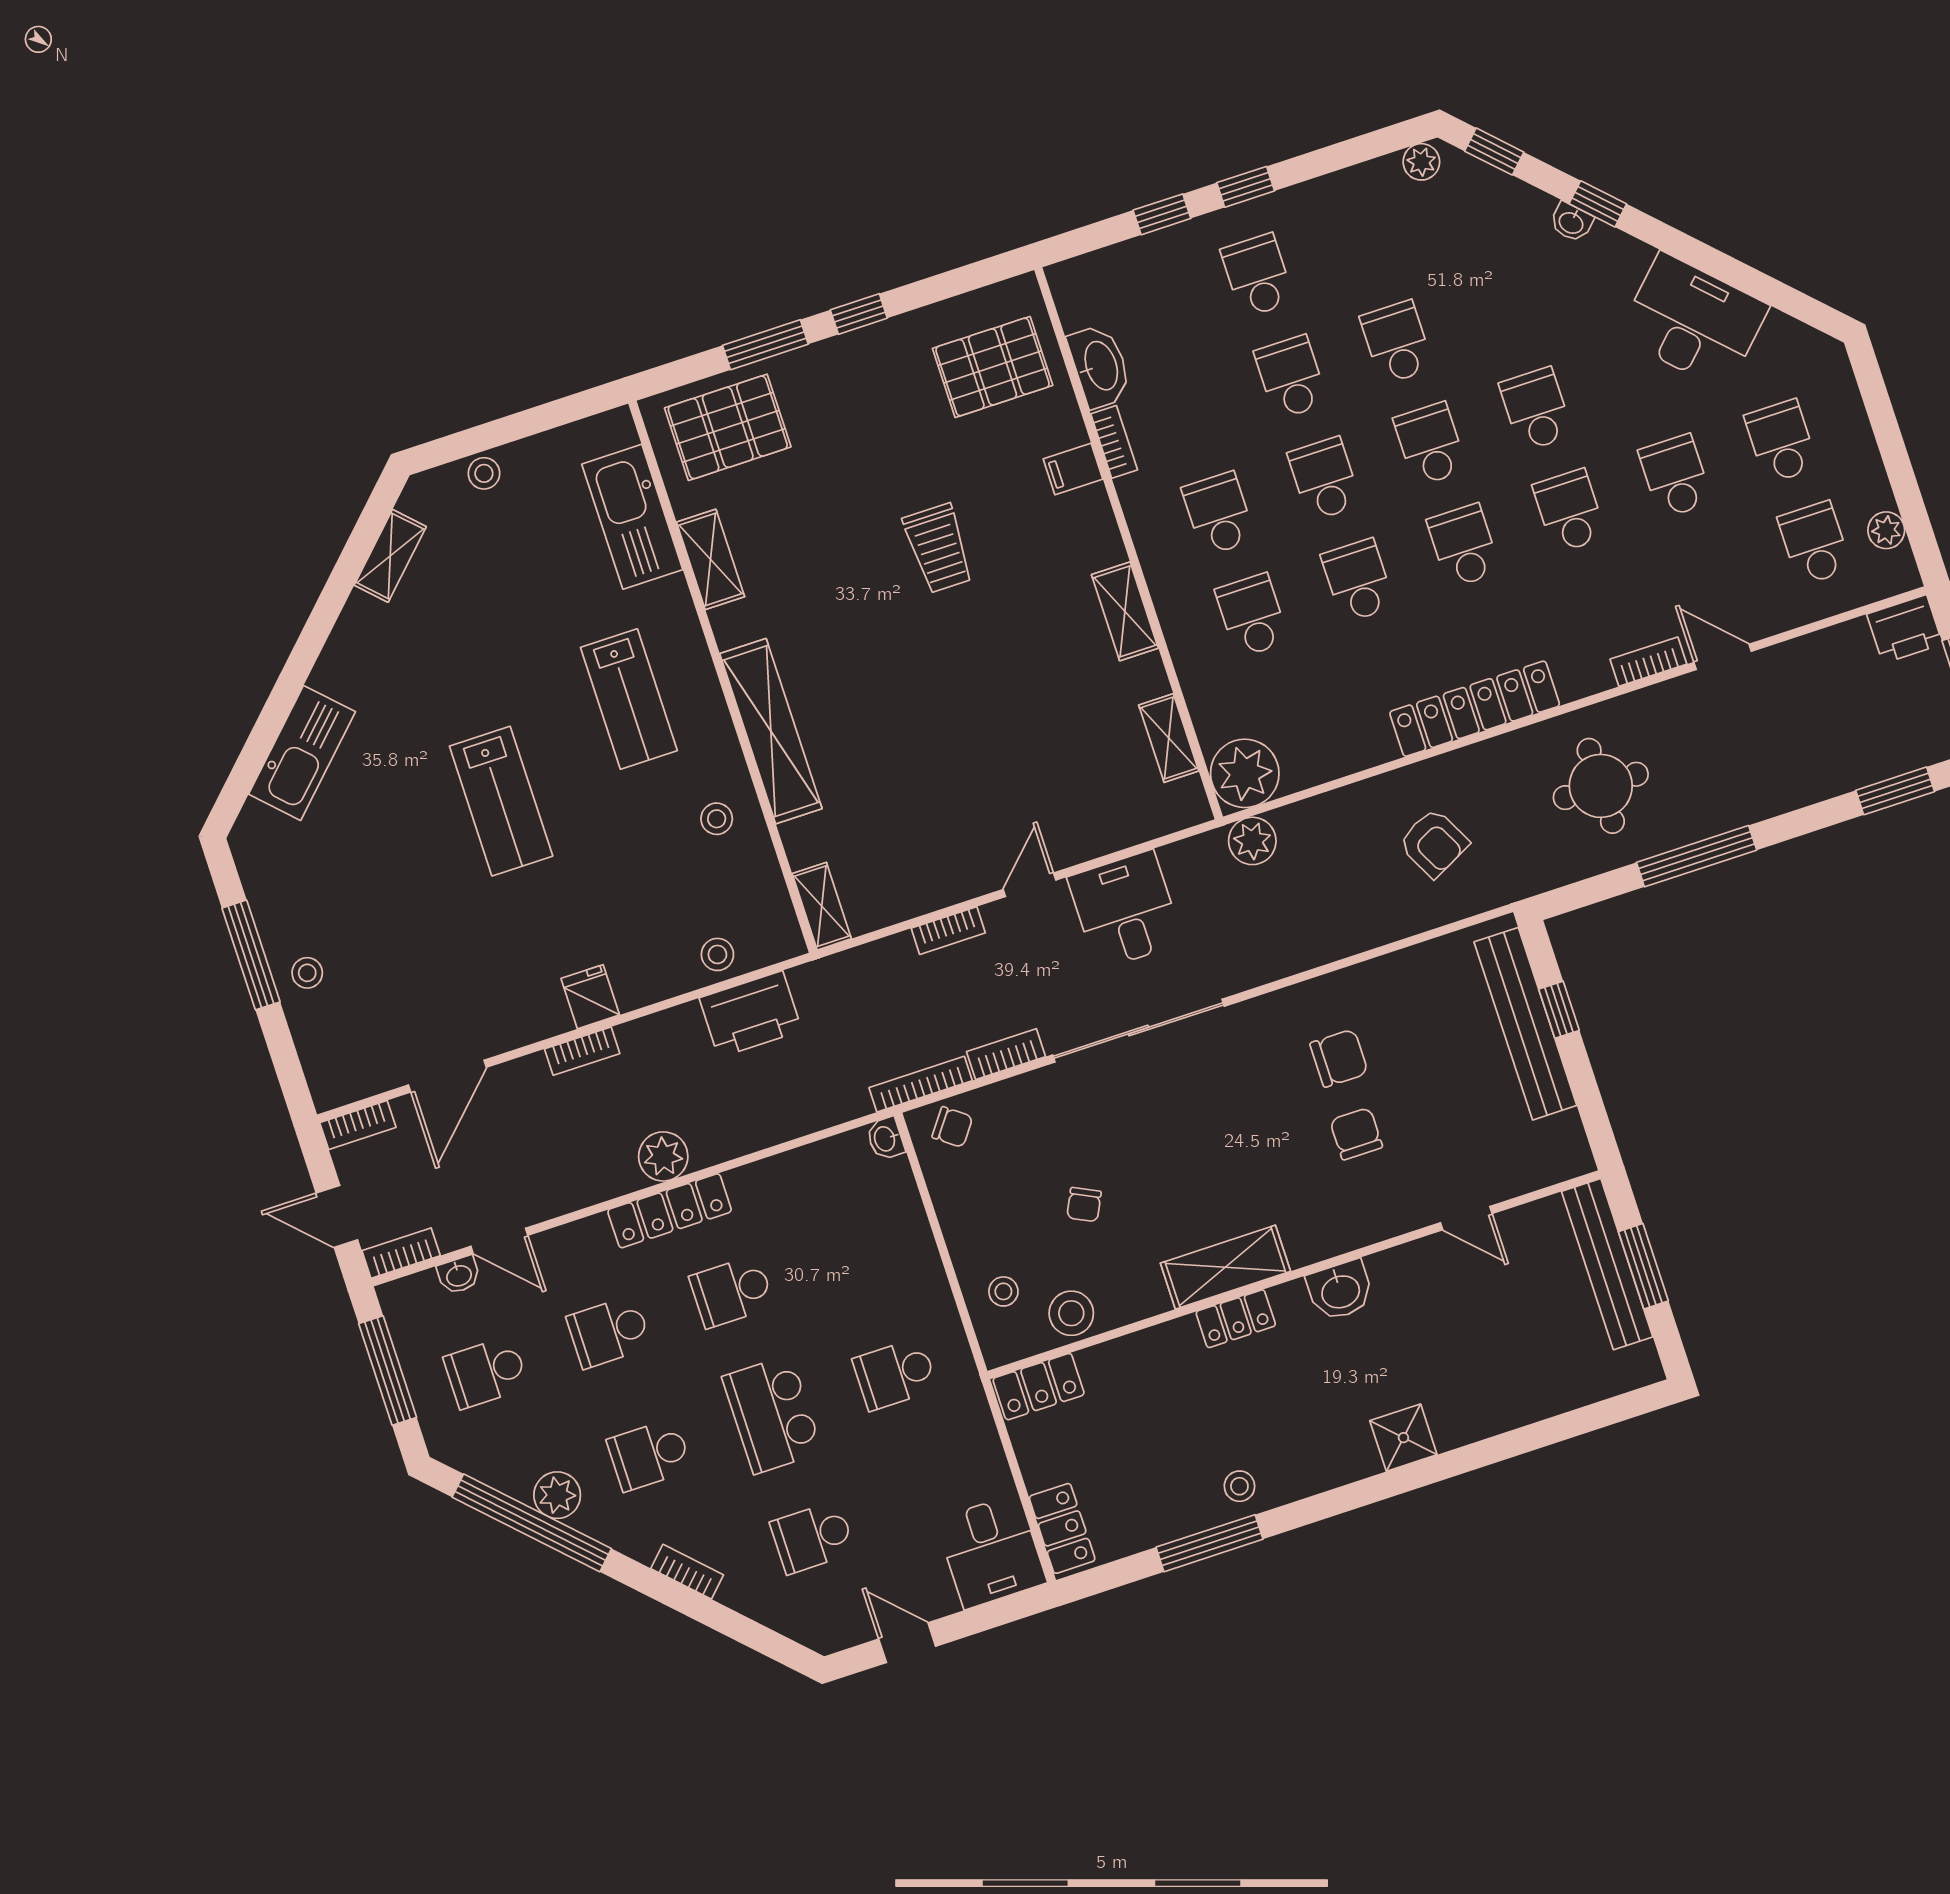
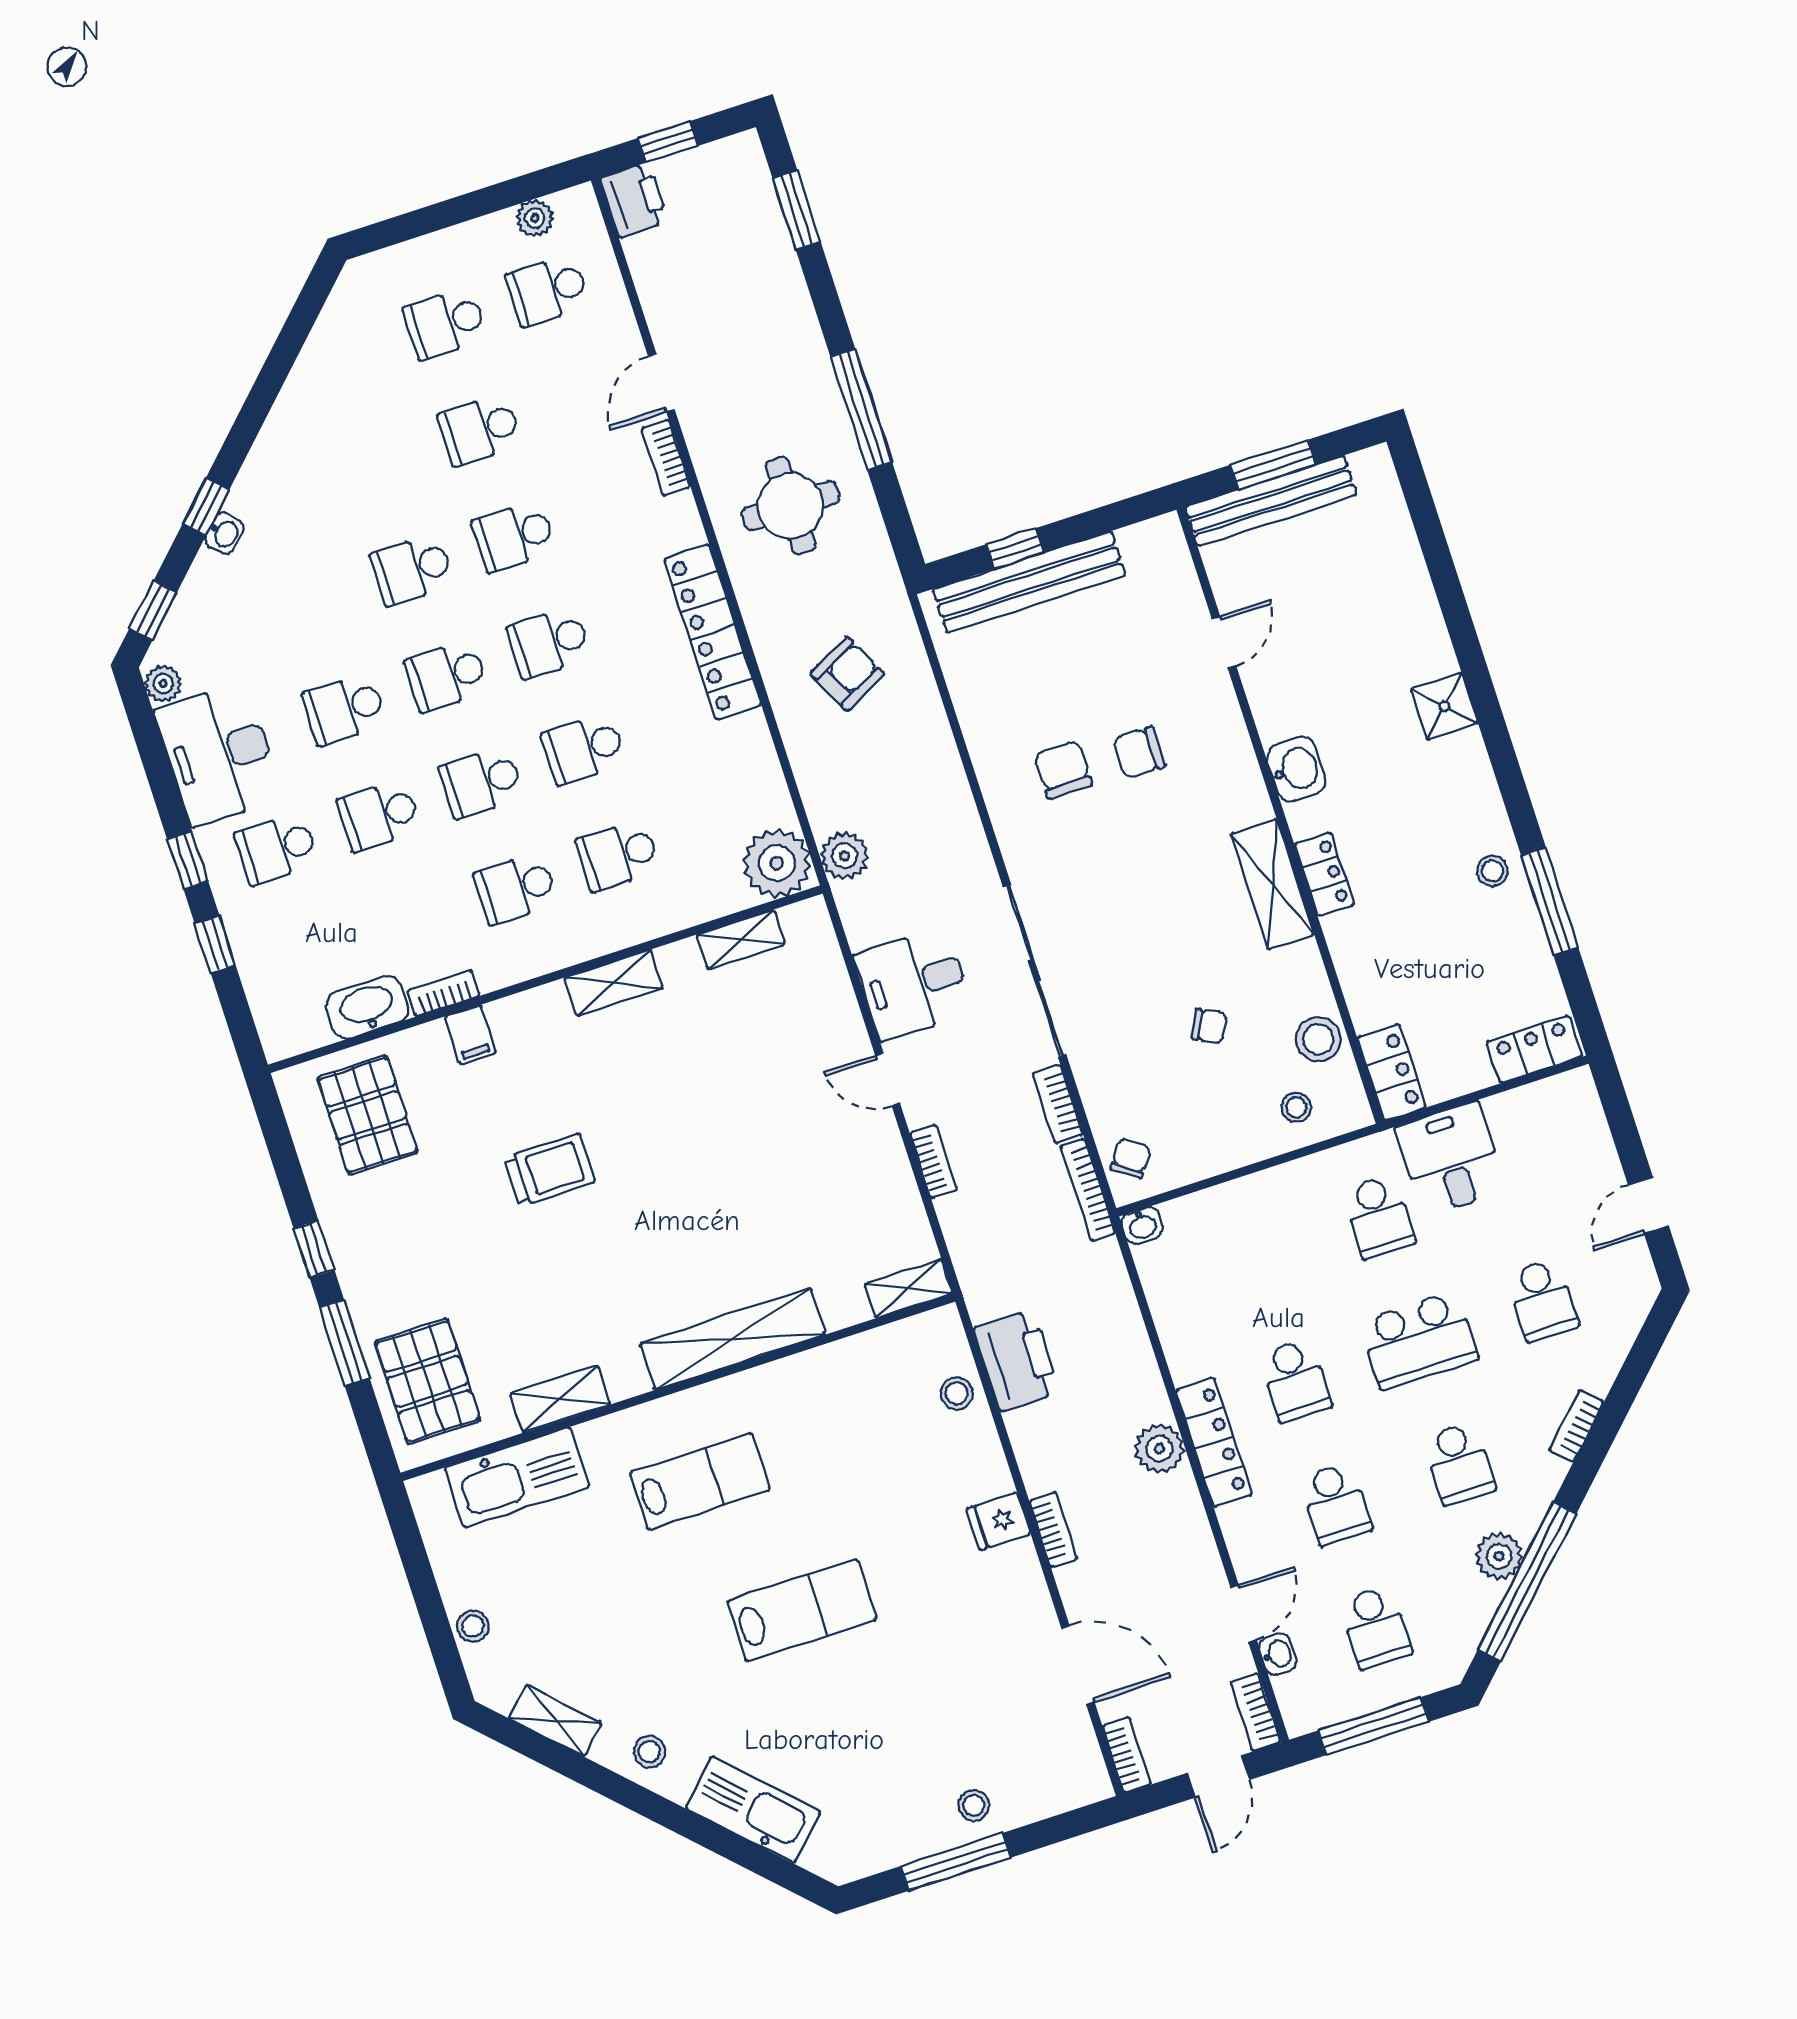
desk: (1693, 321) -> (219, 754), moved, turned -45
stool: (717, 819) -> (649, 1752), moved
desk: (991, 1551) -> (1451, 1159), moved, turned -90

